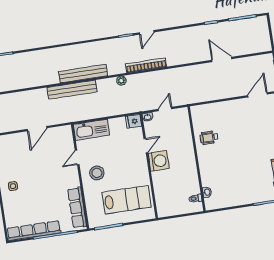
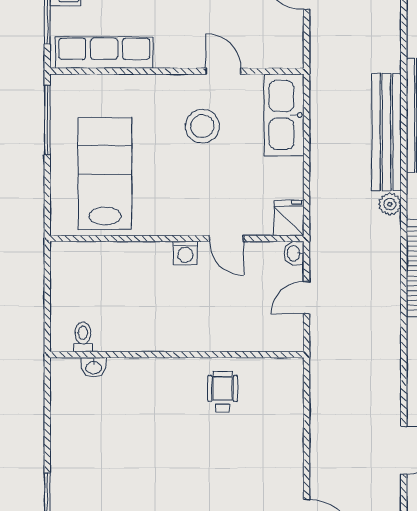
bench: (72, 90) -> (386, 132), moved
door: (165, 109) -> (307, 298), swing flipped
washing machine: (159, 161) -> (185, 253), width x0.53, depth x0.53
stool: (97, 173) -> (202, 126), moved
lab bench: (127, 200) -> (105, 173), turned 180

